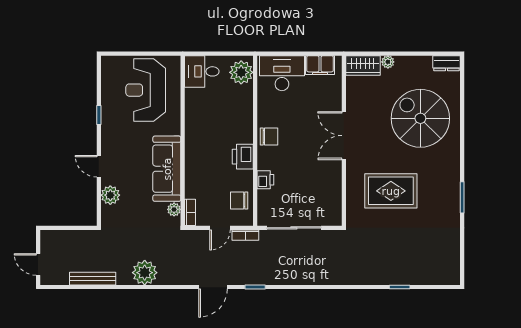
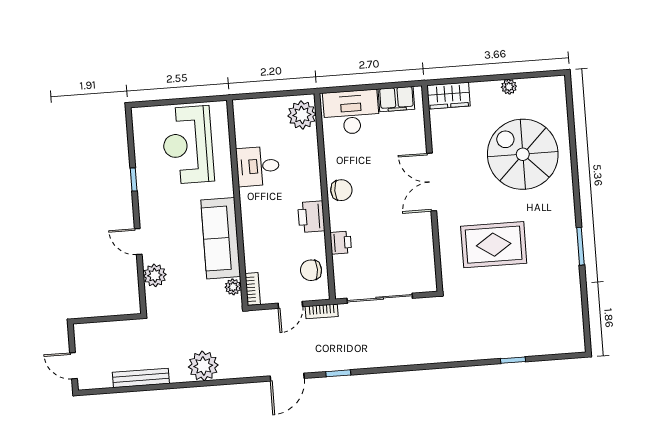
plant: (388, 62) -> (509, 87), moved
dresser: (446, 63) -> (549, 85), removed
desk: (202, 71) -> (258, 166), moved

